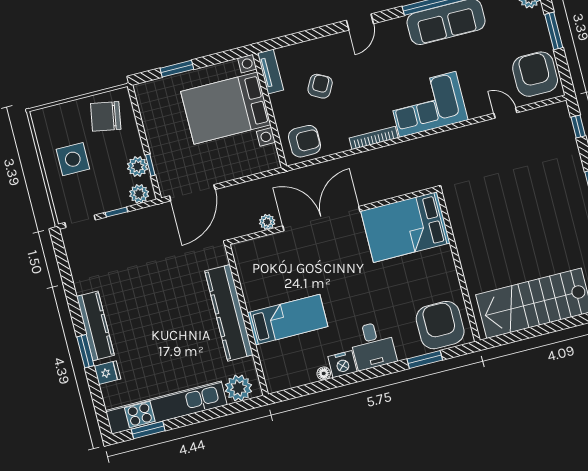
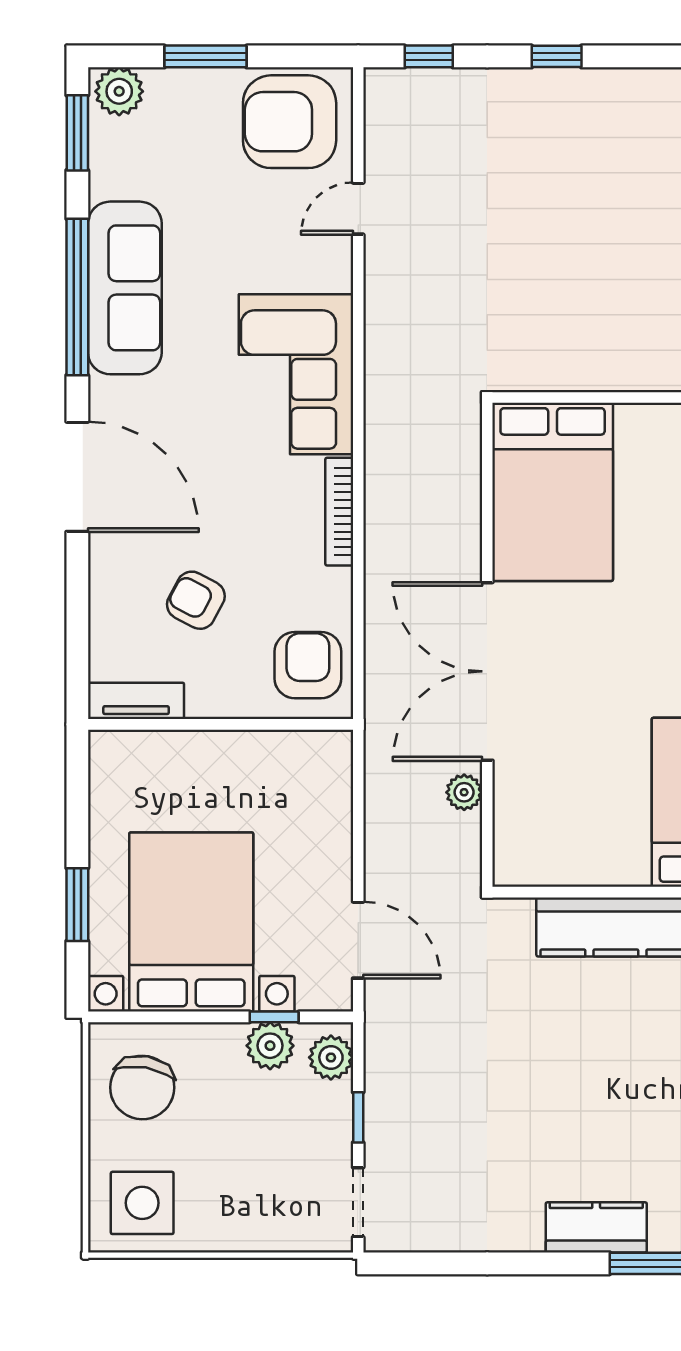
door: (360, 22) -> (77, 477), width x1.87
bed with nightstands: (226, 108) -> (191, 922), moved, turned 180
side table: (73, 159) -> (142, 1203), moved
door: (192, 193) -> (358, 940), width x0.73
kitchen counter: (95, 326) -> (596, 1227), width x0.67

